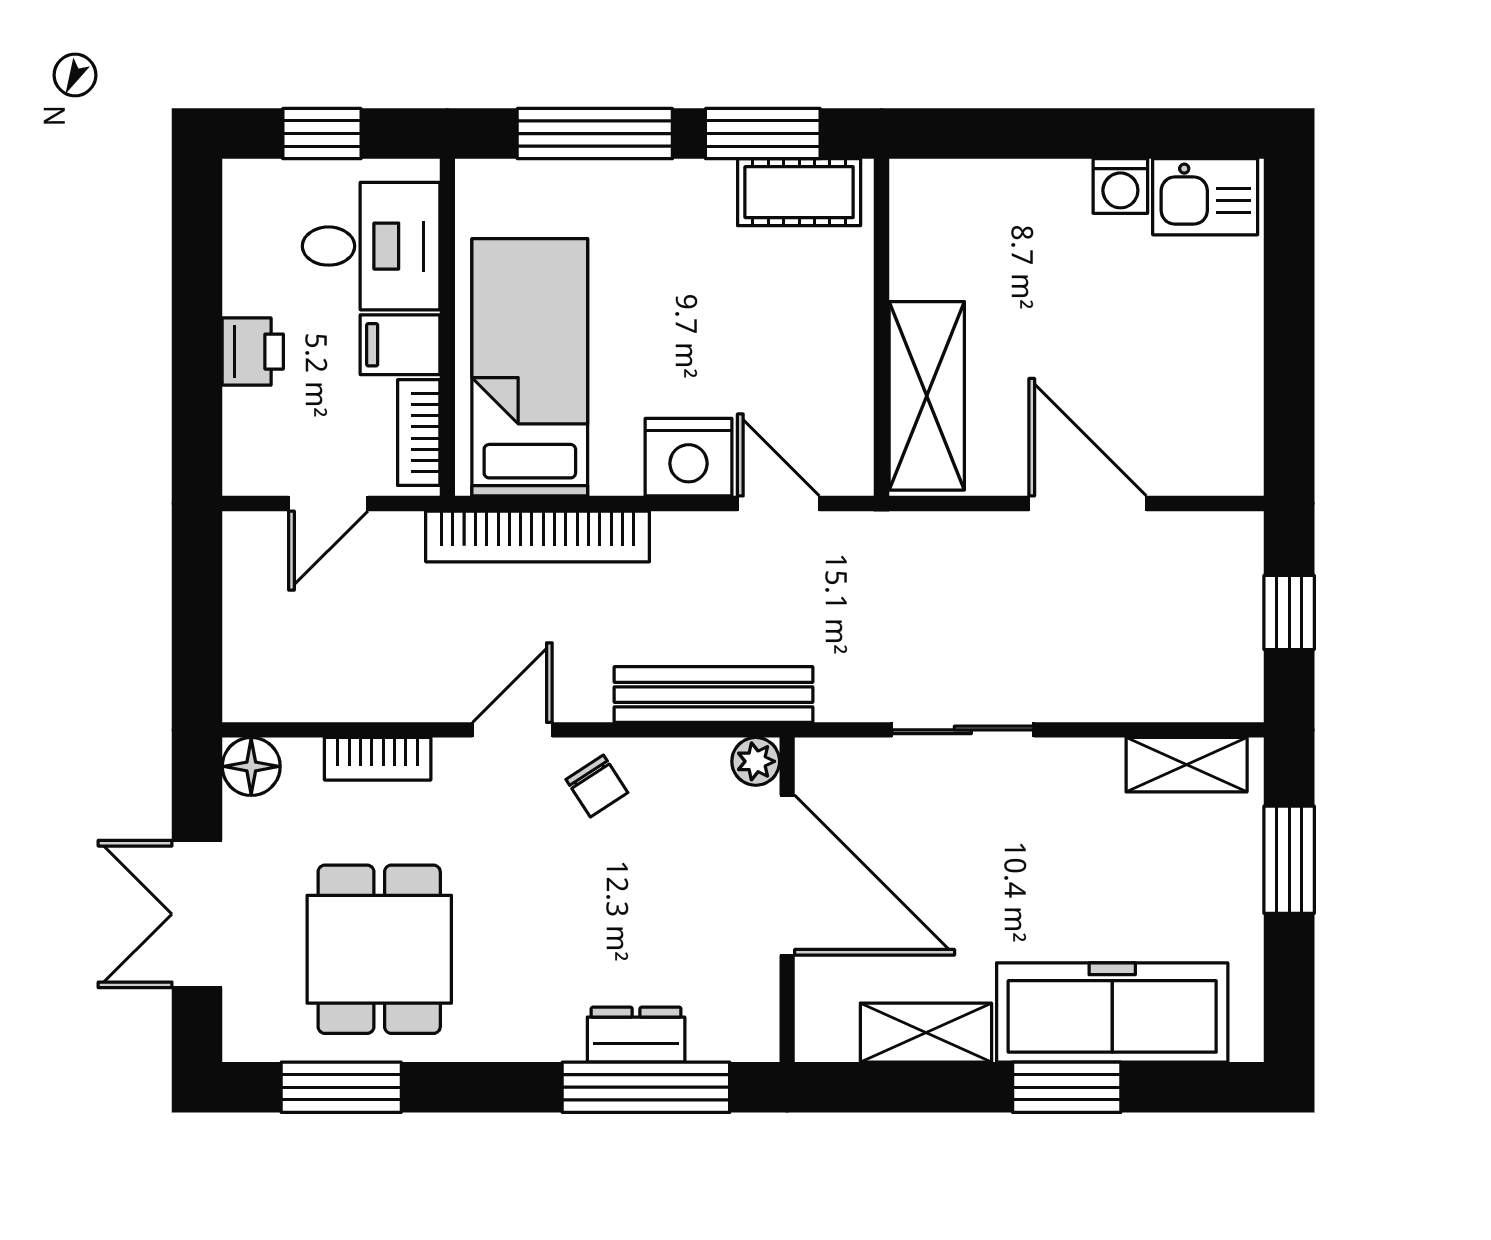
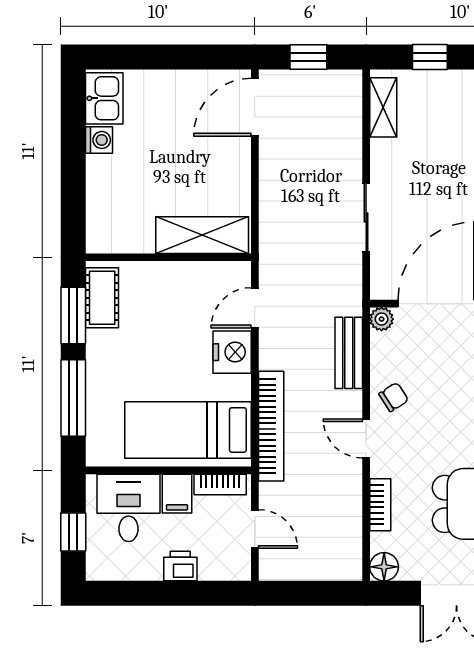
door: (1088, 503) -> (255, 107), moved
bench: (713, 695) -> (349, 353), width x0.73
window: (1289, 860) -> (430, 57), width x0.67

